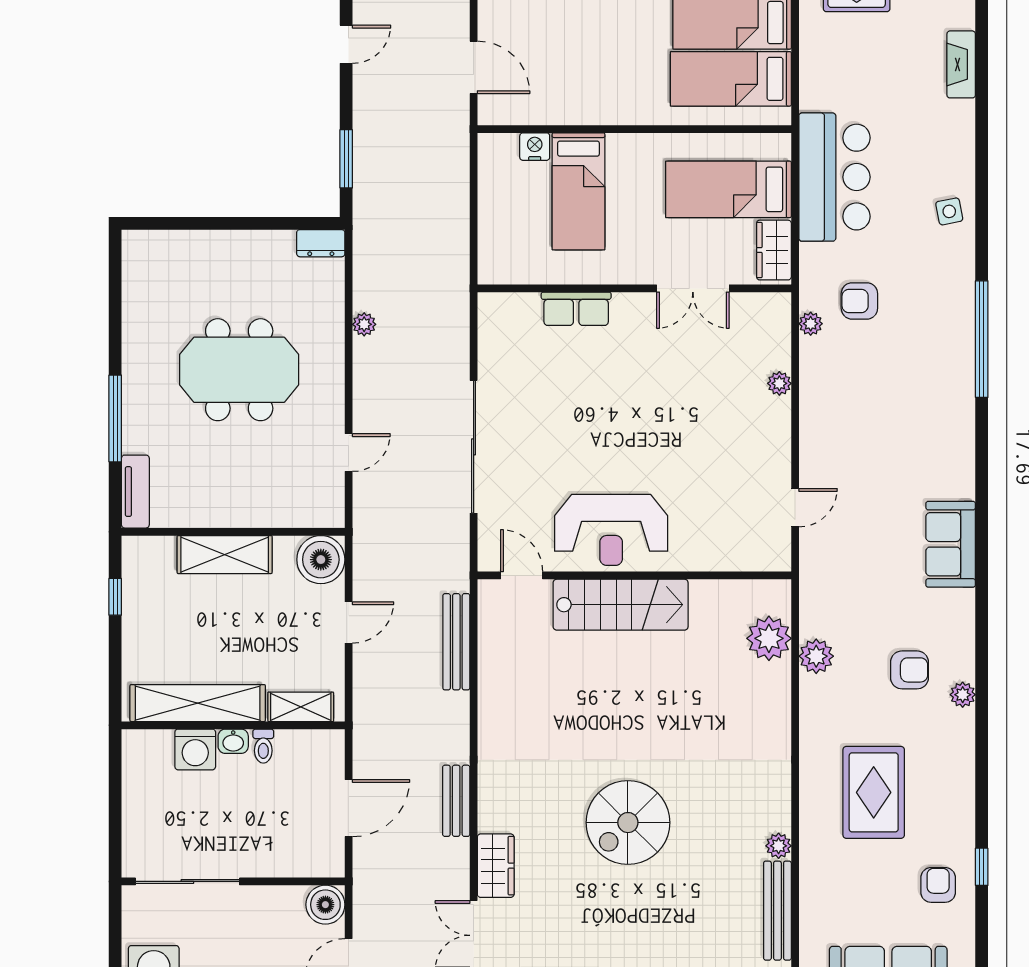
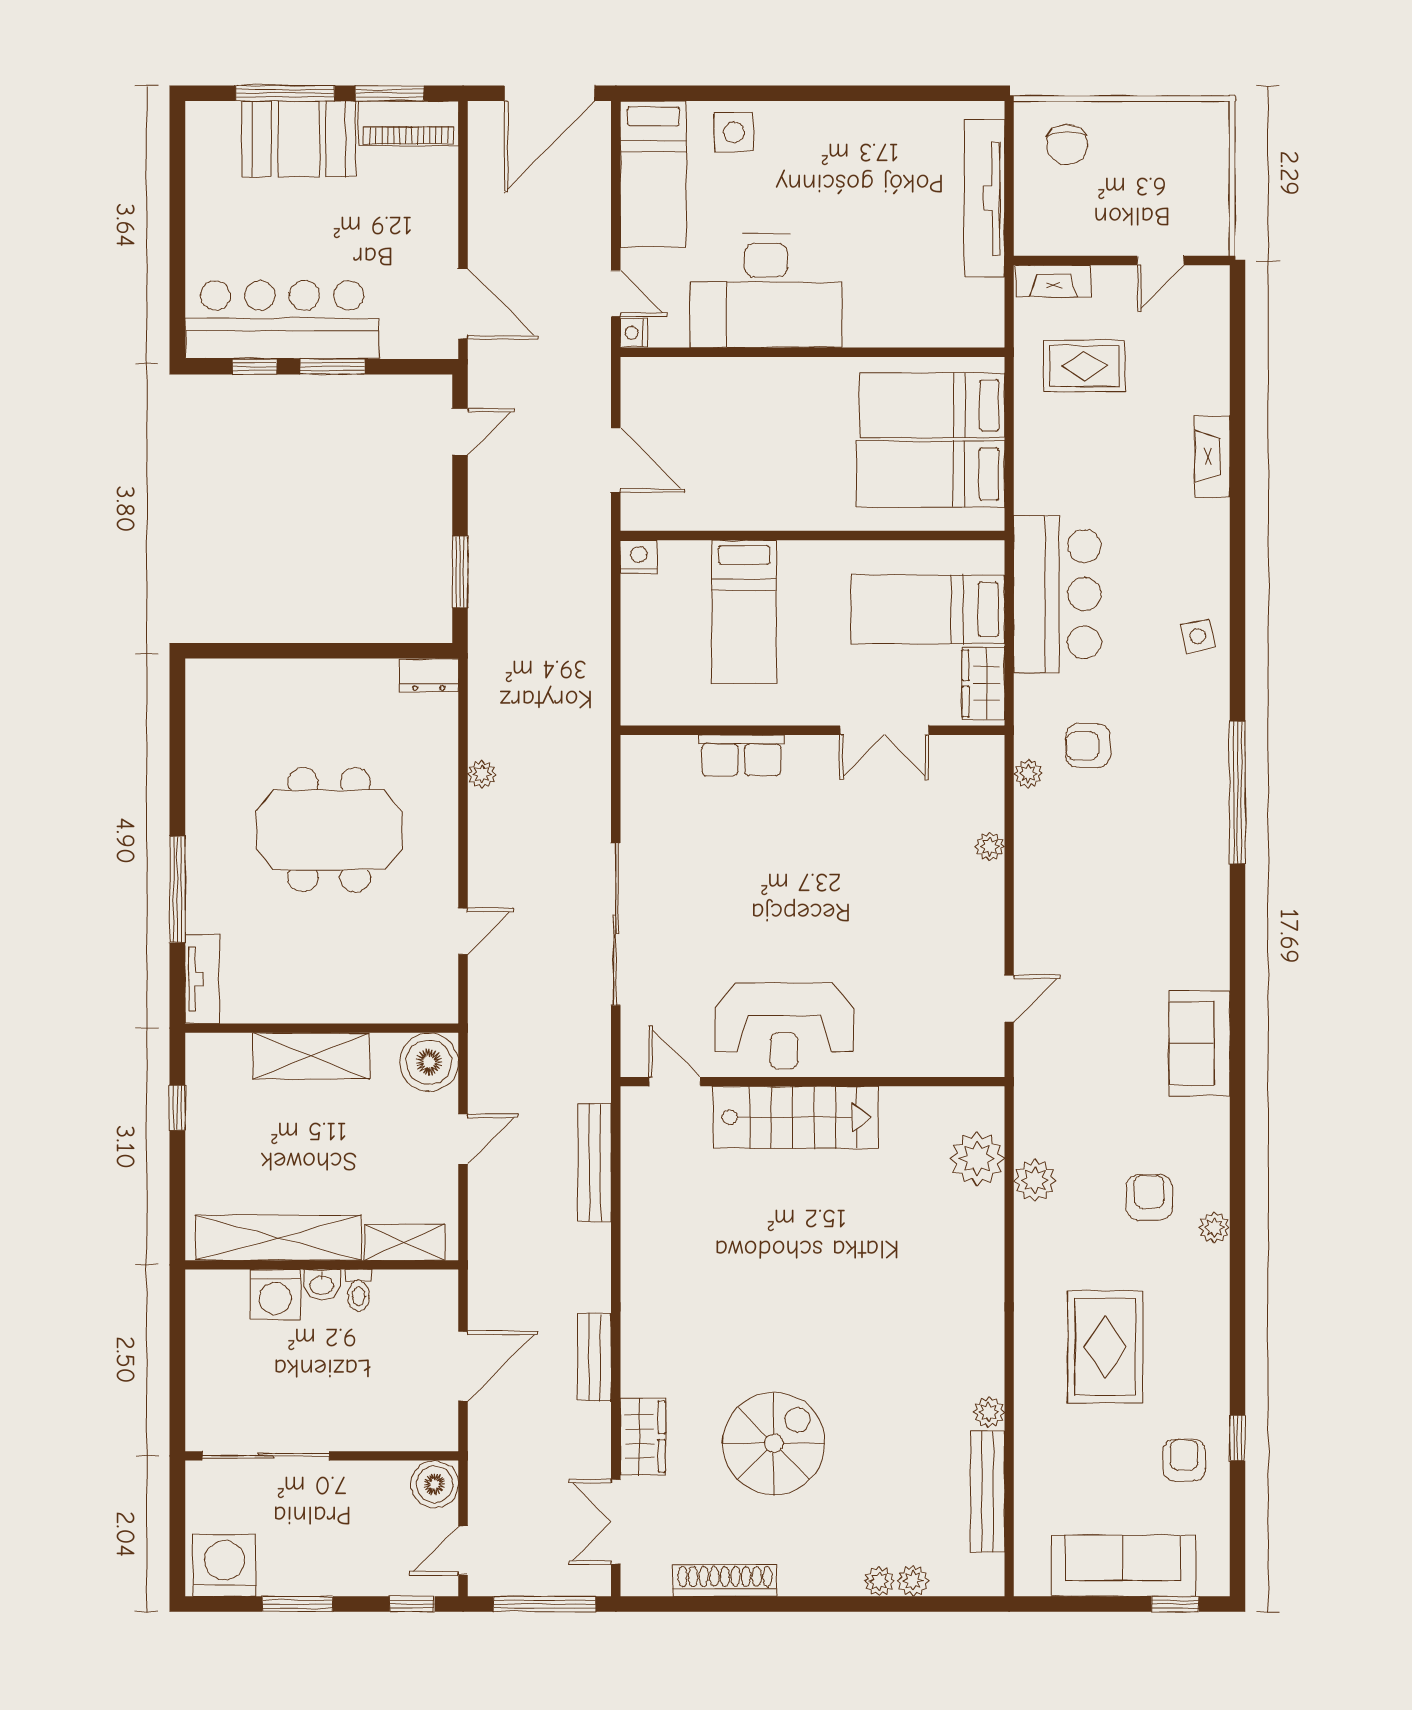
nightstand: (535, 147) -> (639, 557), moved
armchair: (910, 670) -> (1149, 1197), turned -90
spiral stairs: (628, 823) -> (774, 1443), moved, turned 180

